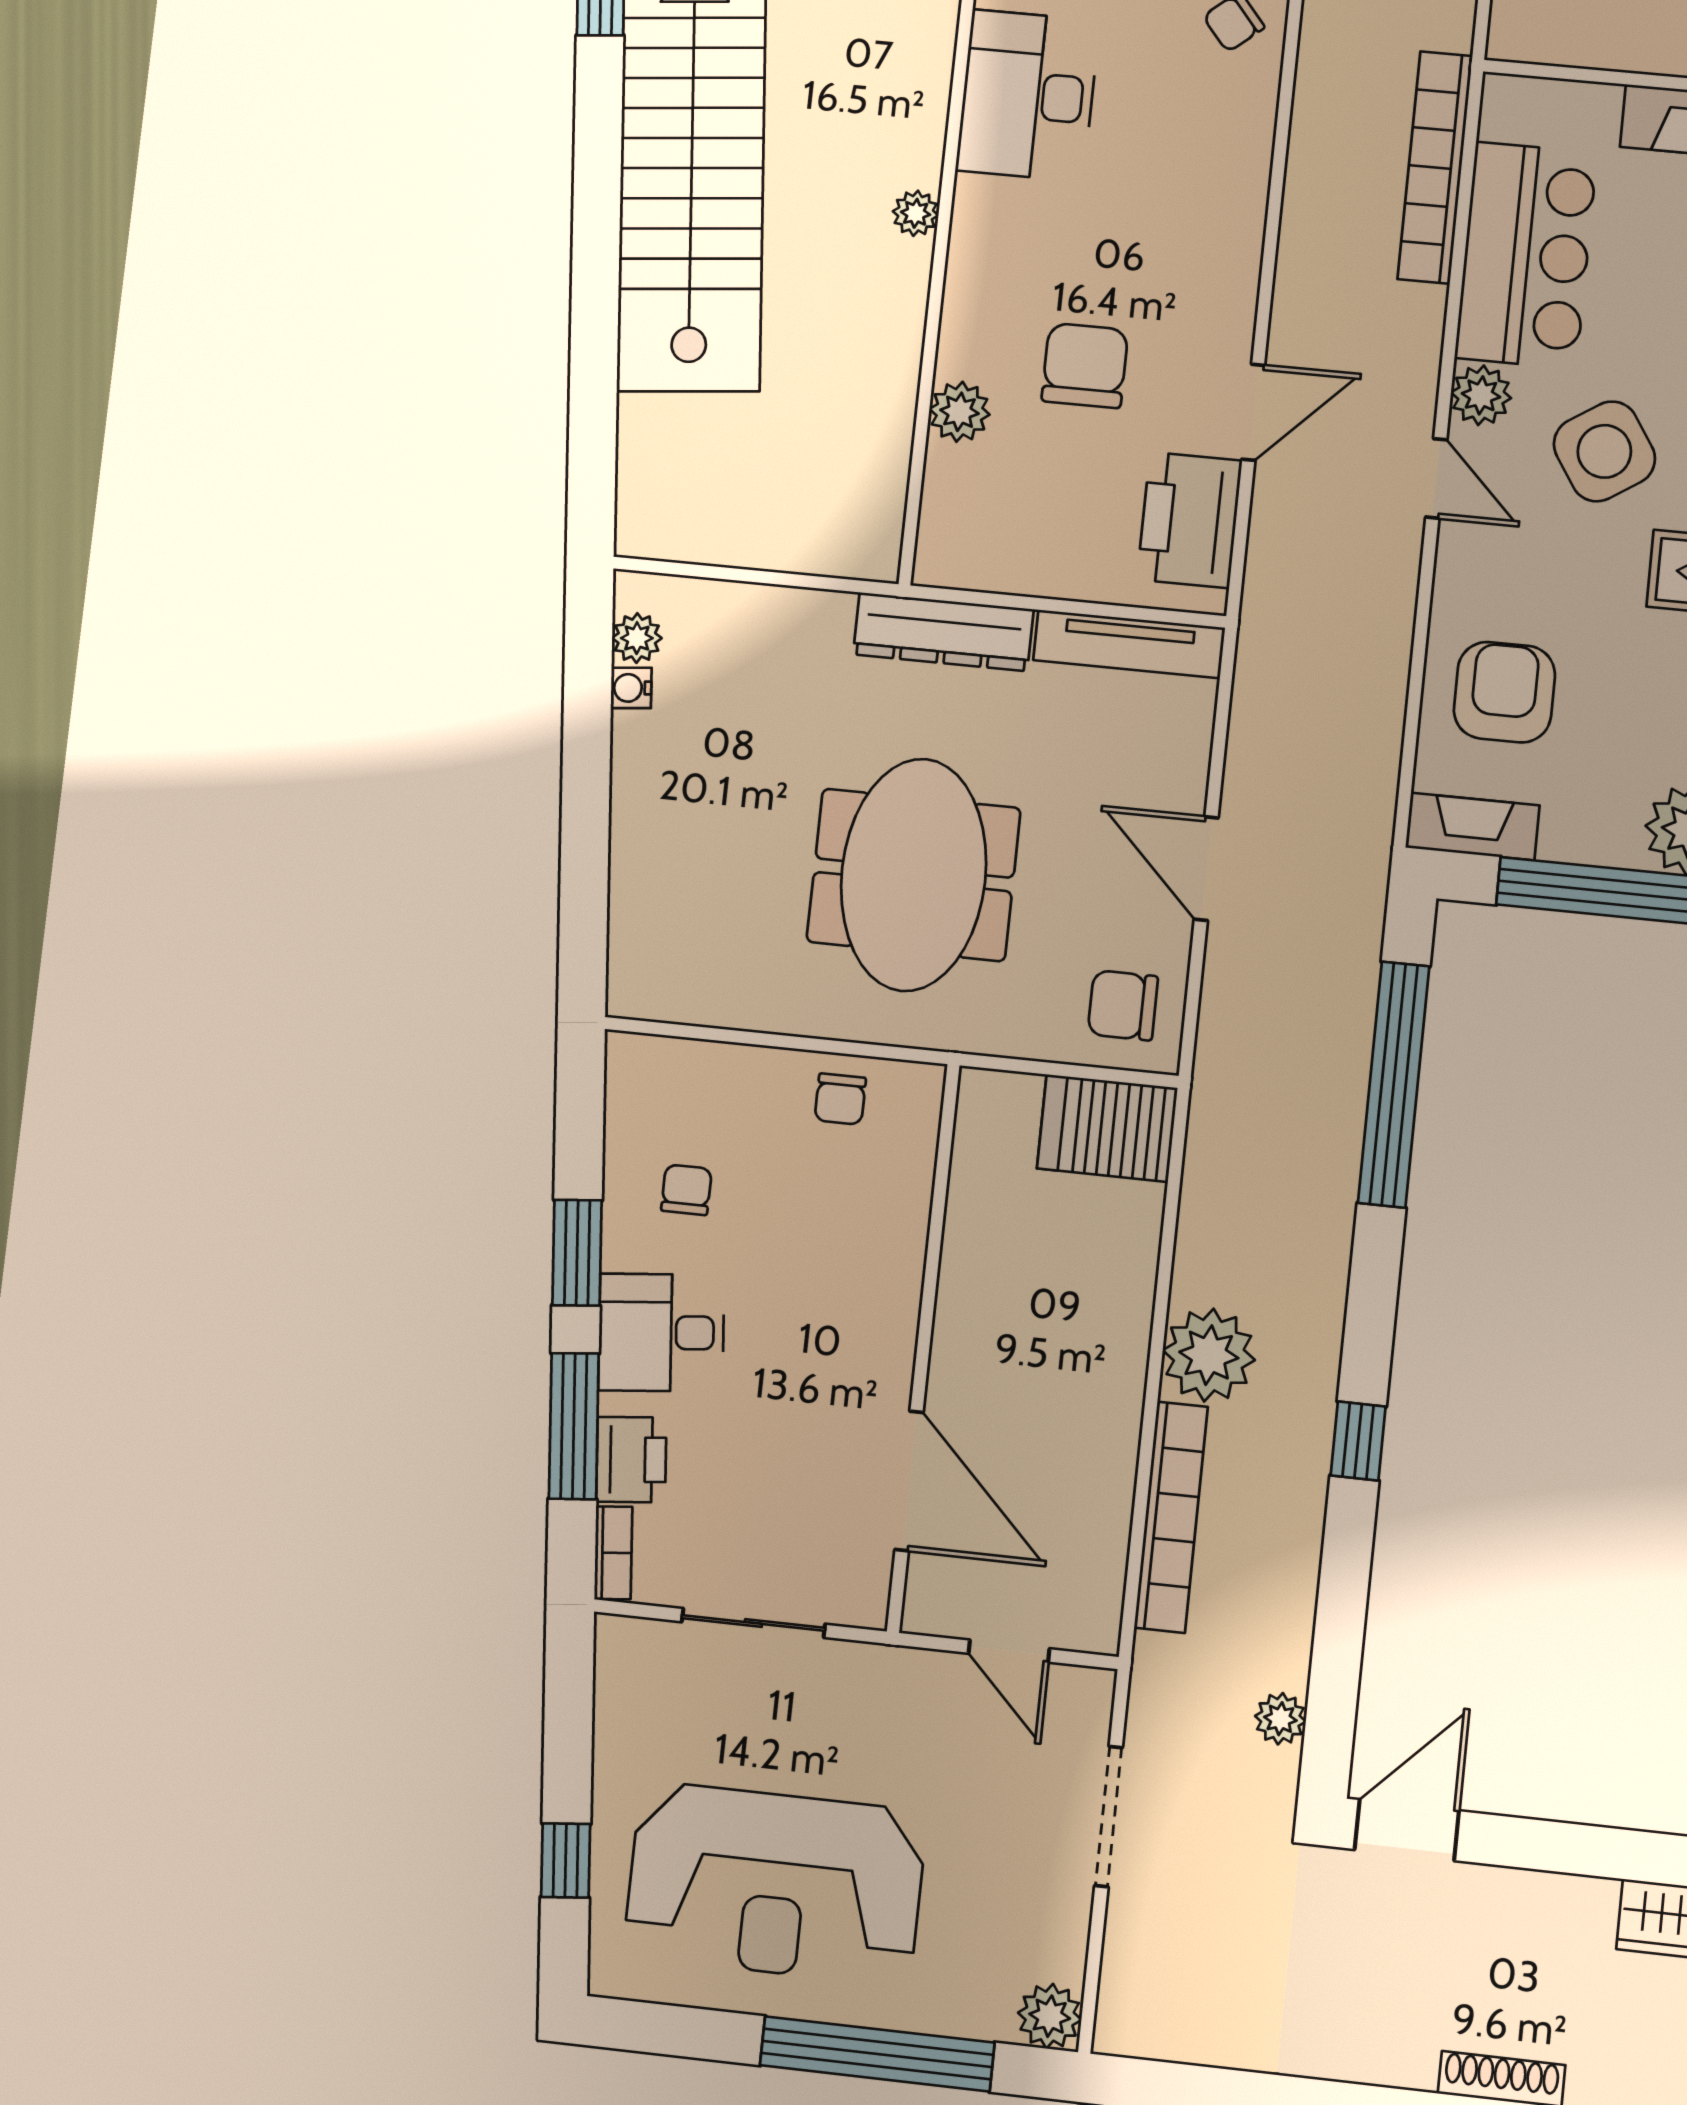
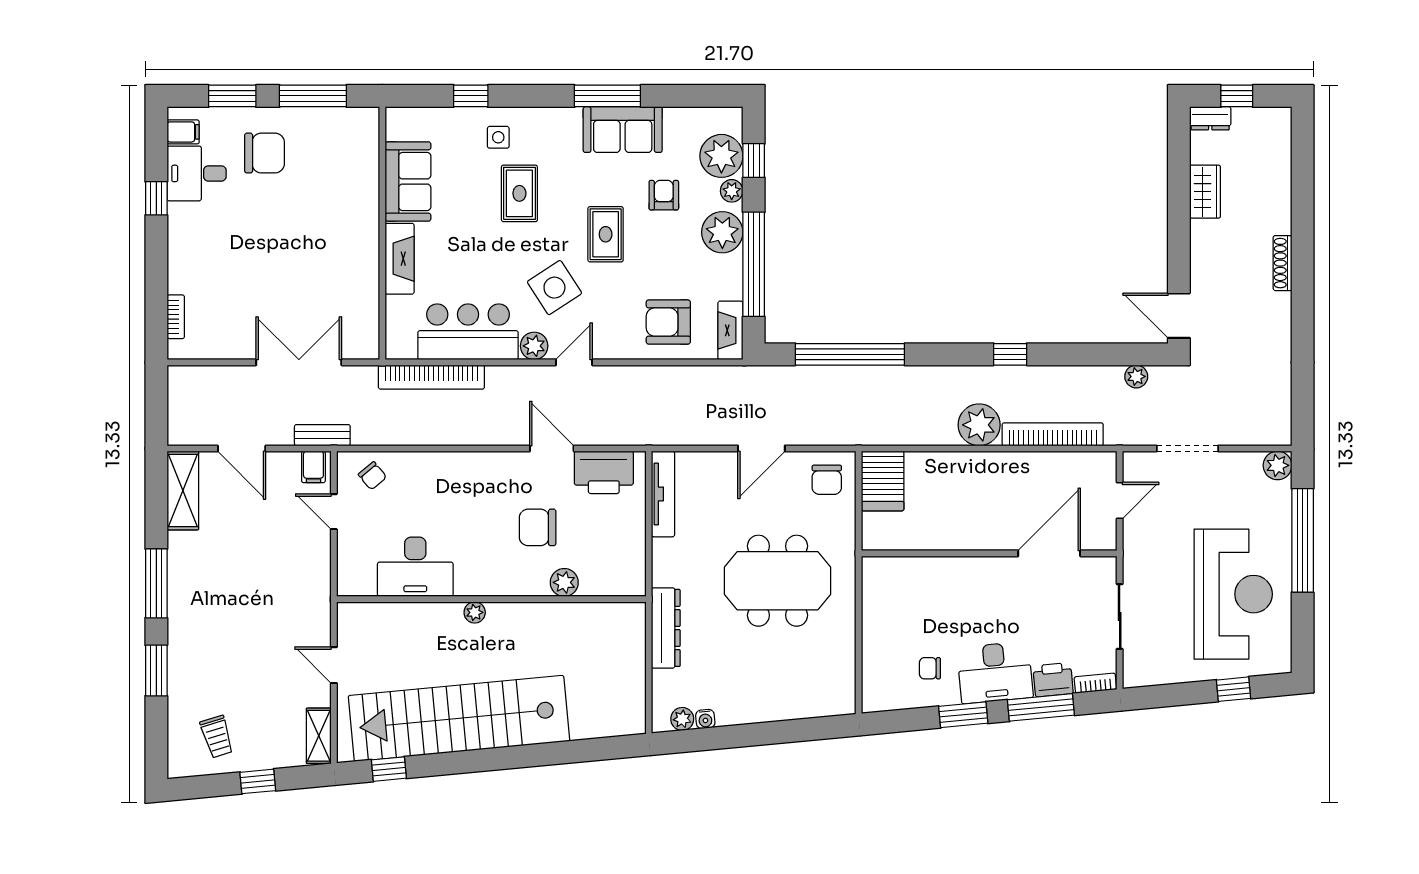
dresser: (943, 632) -> (666, 628), moved
chair: (840, 1099) -> (882, 603), removed
desk: (661, 1333) -> (995, 673), width x1.37

